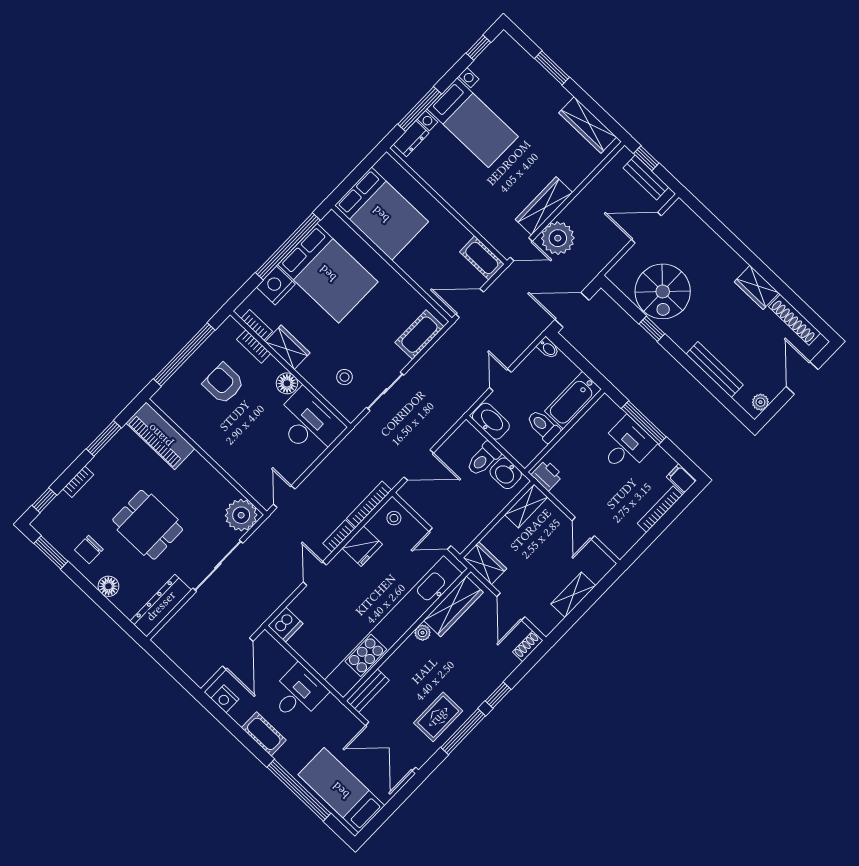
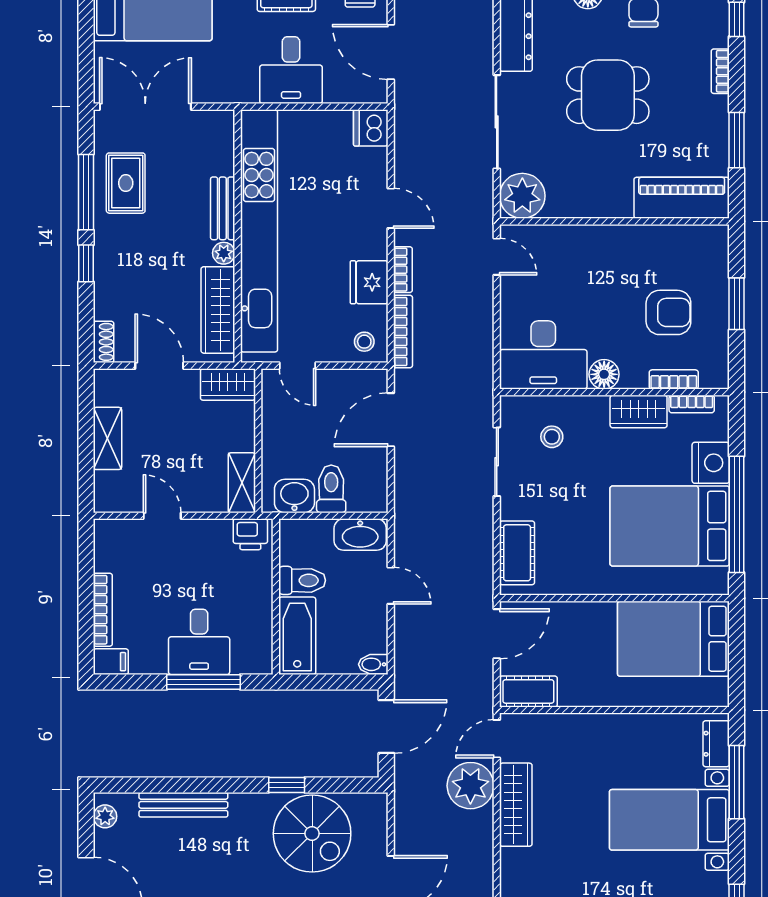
spiral stairs: (663, 291) -> (312, 834), turned 180
window: (184, 354) -> (737, 304), width x0.47
door: (440, 539) -> (297, 366), swing flipped
bench: (368, 691) -> (223, 208), moved

